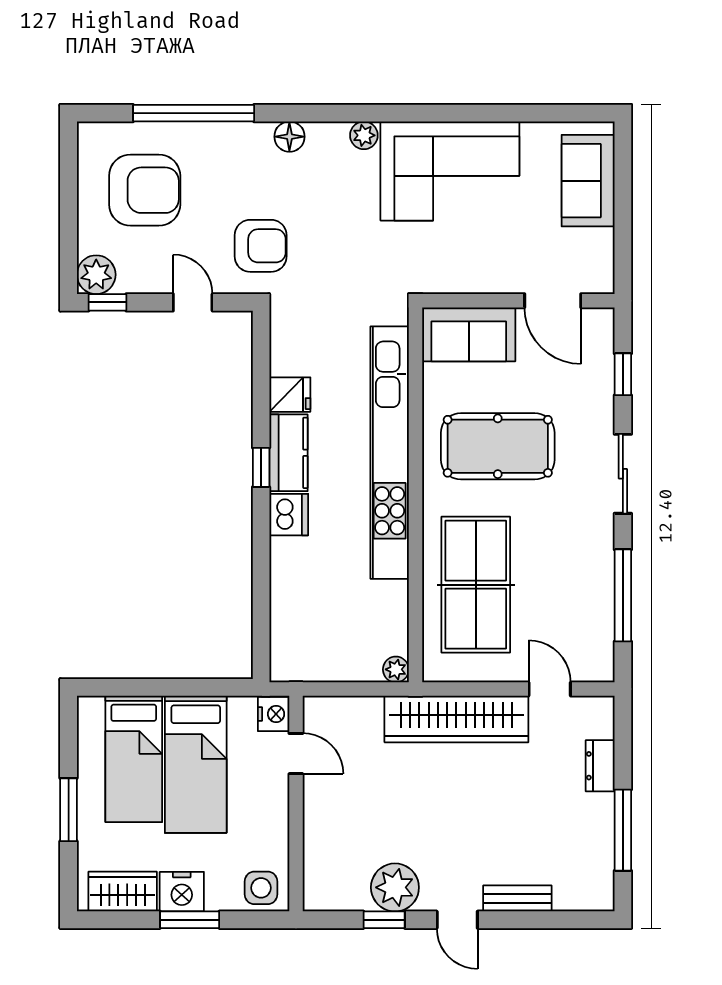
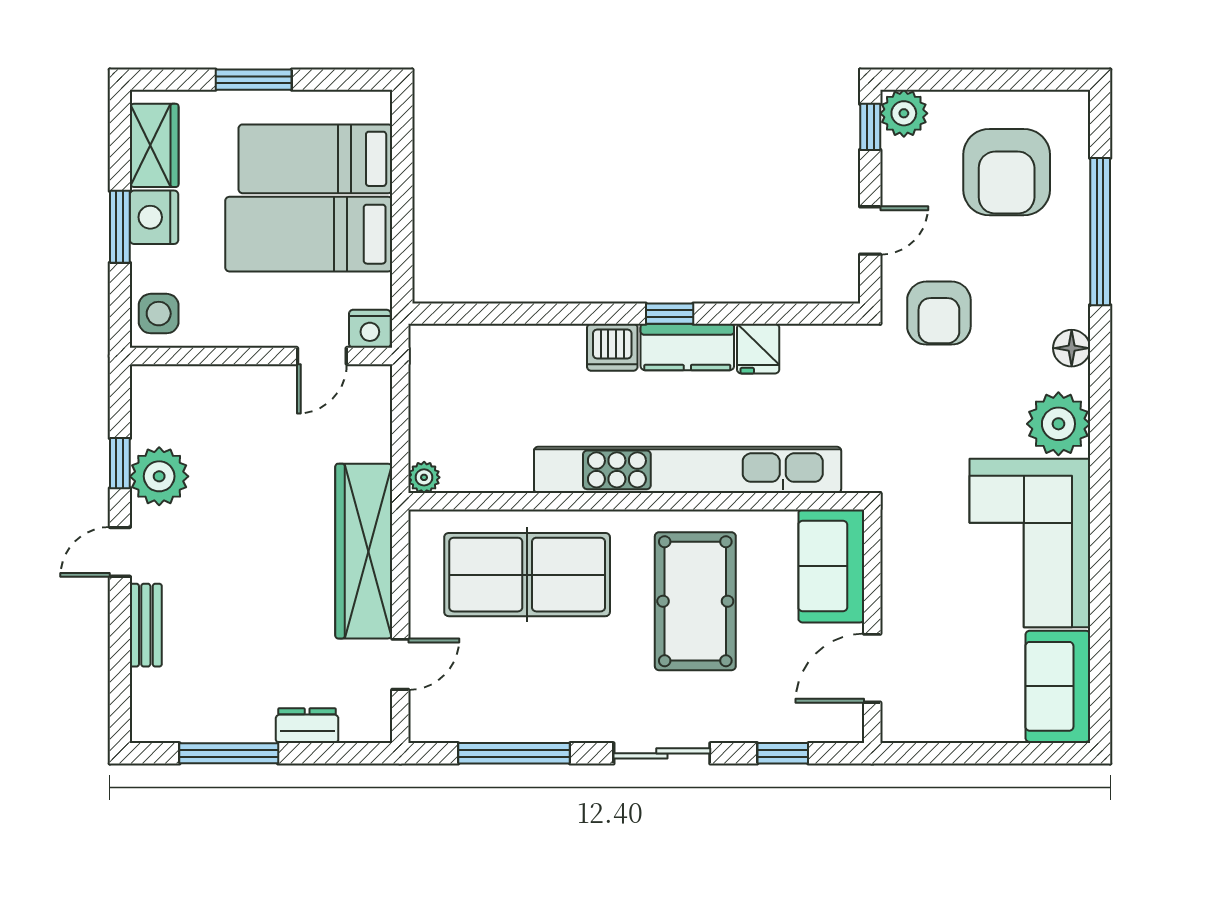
plant: (364, 135) -> (1058, 424), width x1.88, depth x1.88
sofa: (588, 181) -> (1058, 686), moved, turned -90

